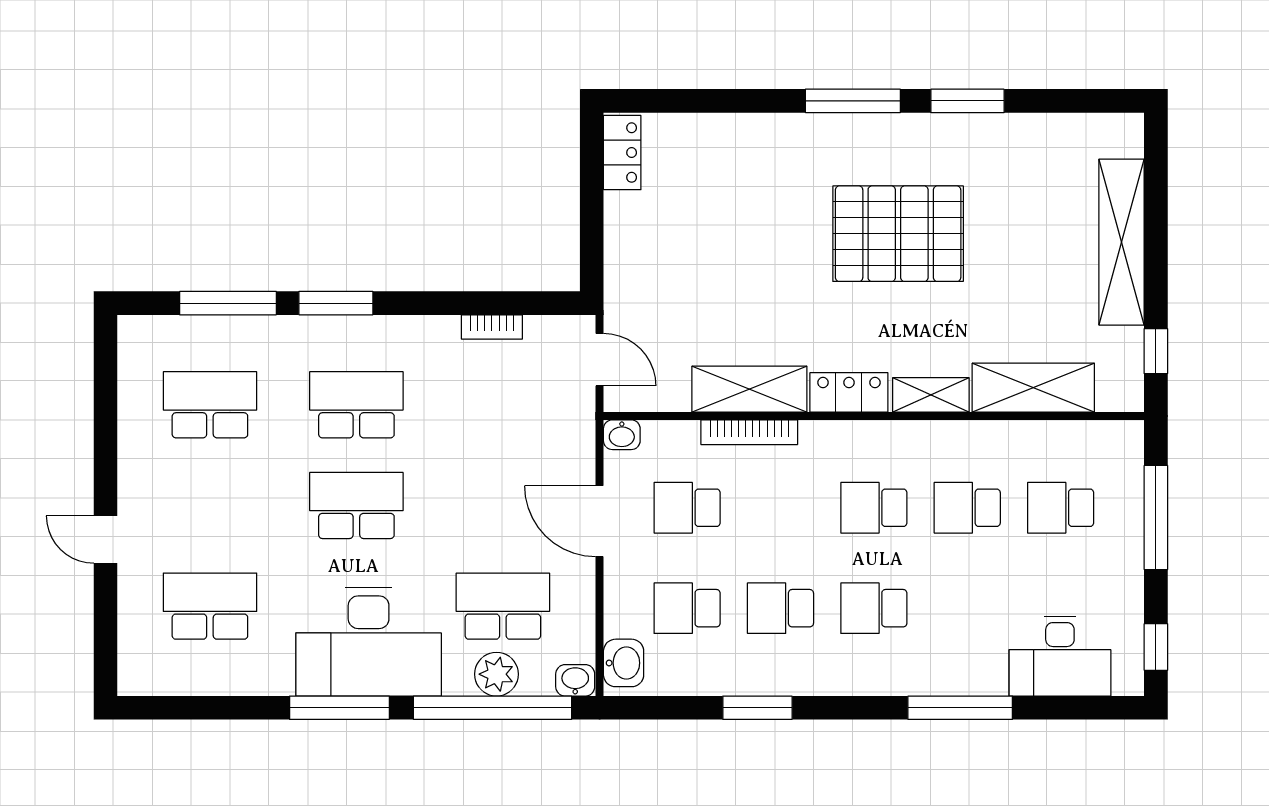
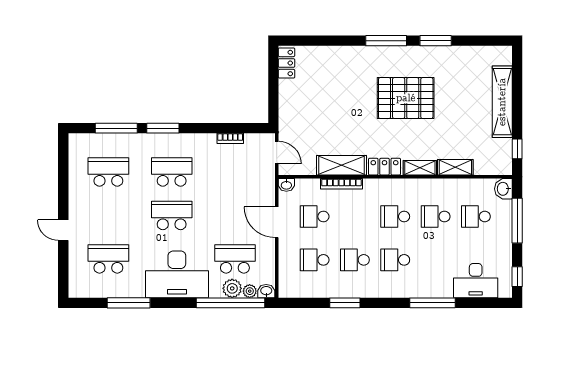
shelving: (1033, 388) -> (455, 167), width x0.67, depth x0.75
washbasin: (624, 663) -> (503, 189), moved, turned 180
plant: (537, 680) -> (250, 291), added
window: (339, 708) -> (129, 303), moved

